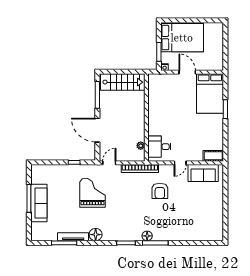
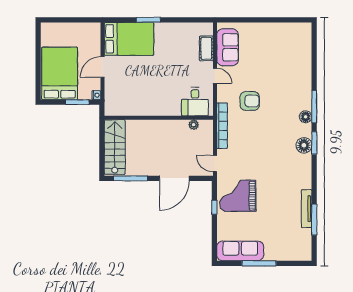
cot: (213, 156) -> (206, 48), moved
grand piano: (92, 193) -> (238, 196), moved
sofa: (39, 203) -> (240, 251), moved
floor lamp: (96, 235) -> (304, 145), moved

